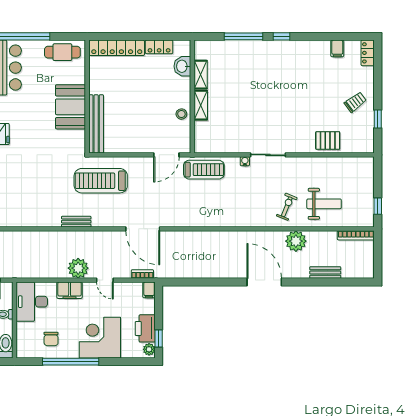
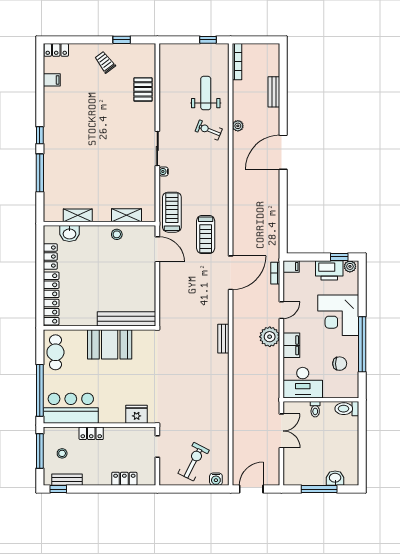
shelving: (201, 105) -> (127, 215), moved
treadmill: (101, 181) -> (206, 234), moved, width x0.73, depth x0.73
plant: (296, 241) -> (238, 126), width x0.53, depth x0.53

